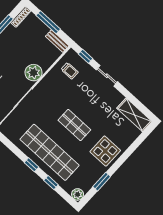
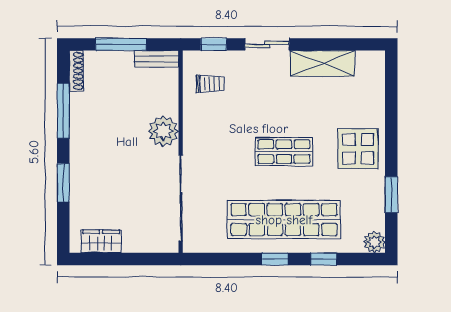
shelving: (134, 115) -> (322, 63), moved

